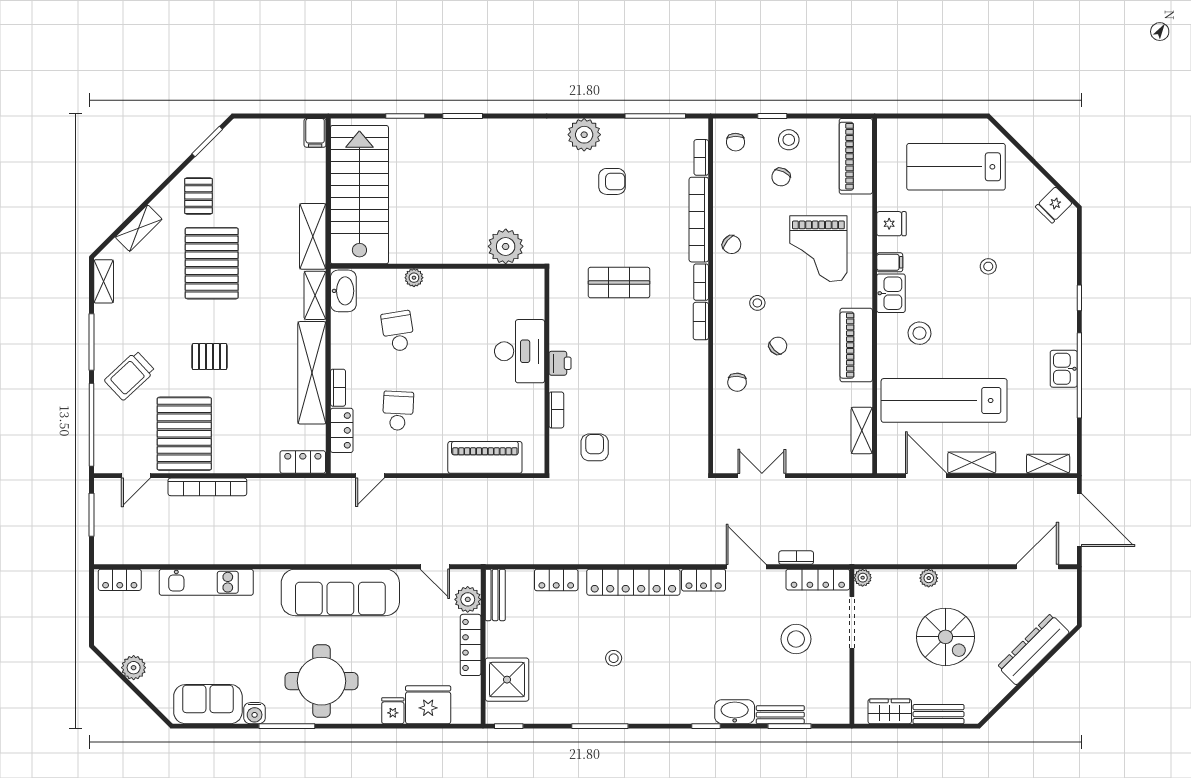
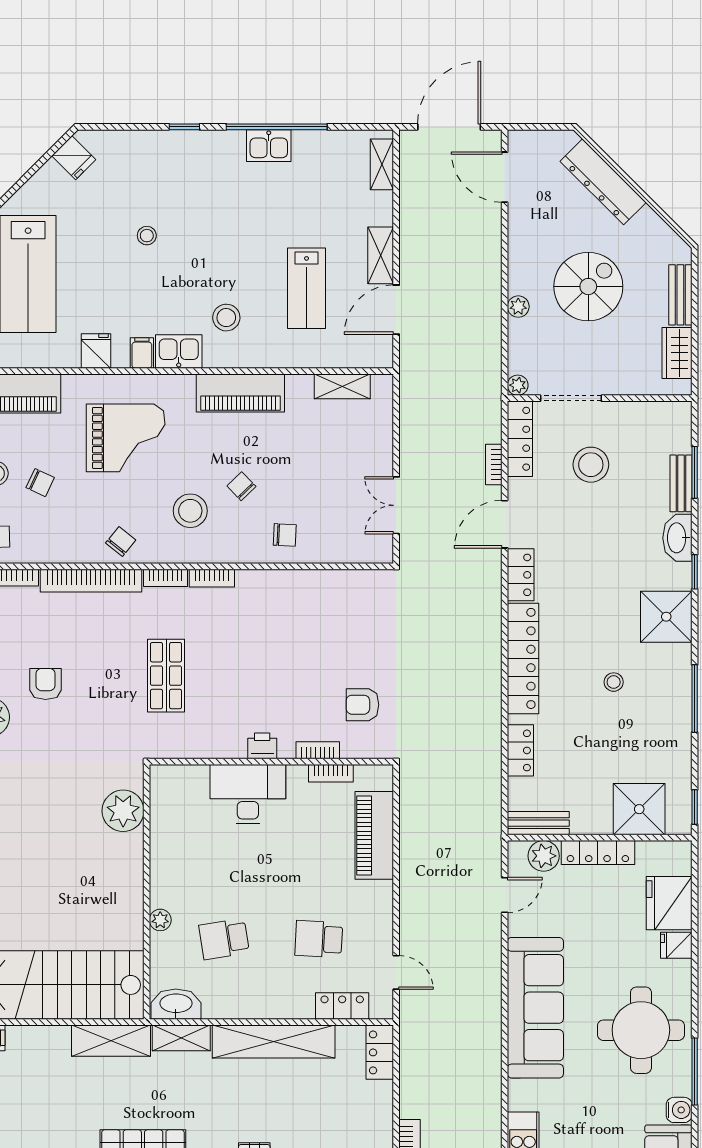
stool: (757, 303) -> (190, 511), width x1.89, depth x1.89
bookcase: (338, 388) -> (331, 773), moved, turned 180
lab bench: (944, 400) -> (307, 288), width x0.54, depth x0.72
shower: (668, 702) -> (666, 617), added

